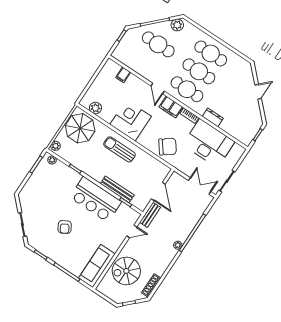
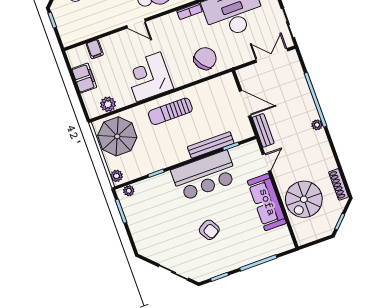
filing cabinet: (171, 107) -> (84, 78), moved, turned -90
sofa: (97, 266) -> (267, 202), moved

